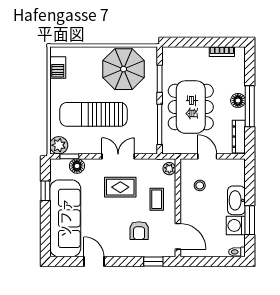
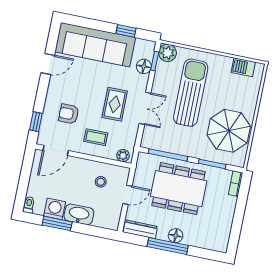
bookcase: (222, 52) -> (236, 184), moved

